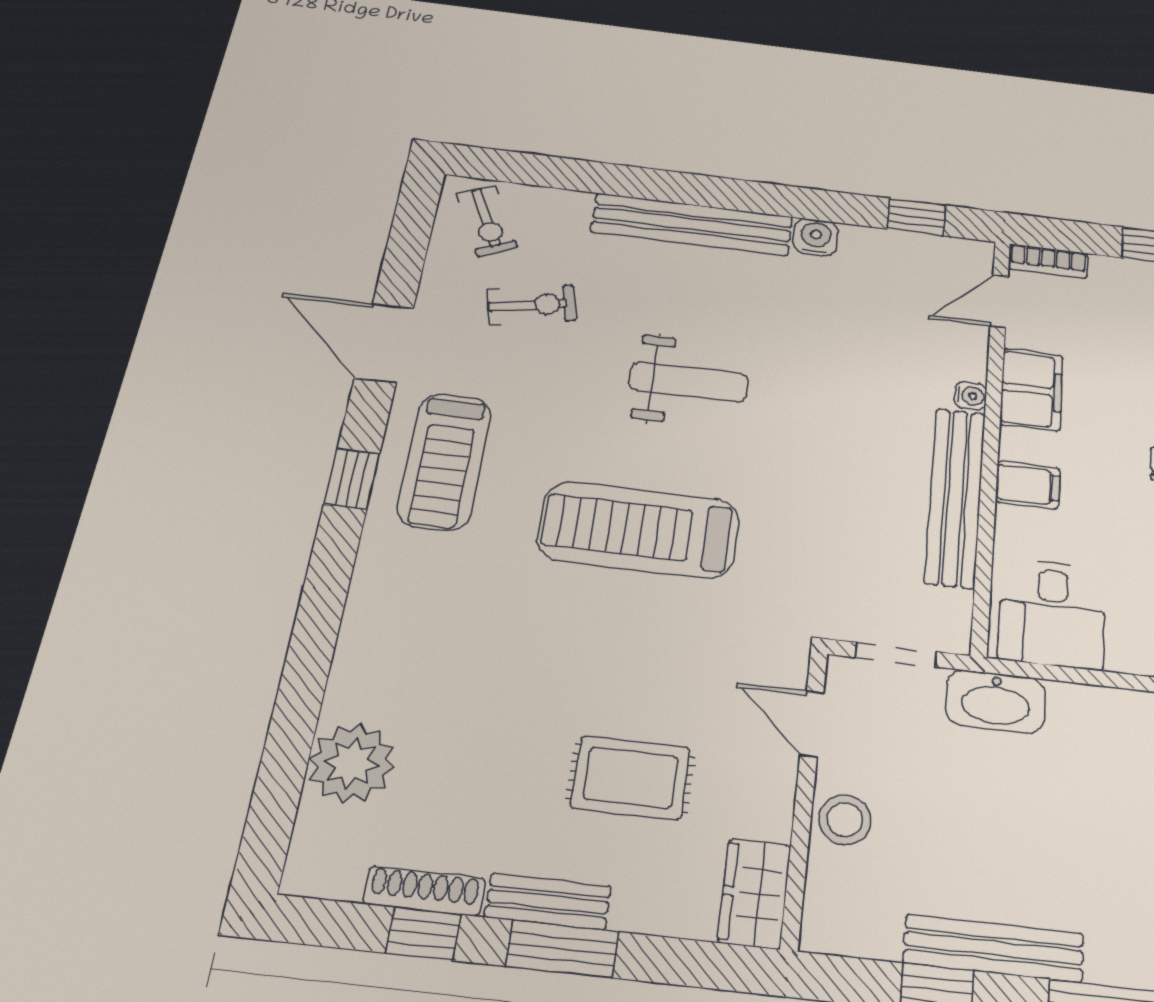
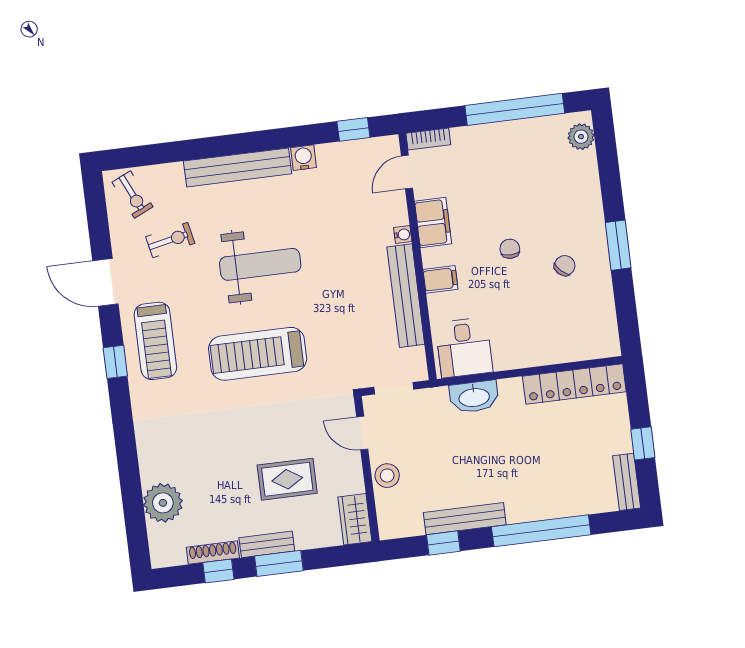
weight bench: (689, 382) -> (260, 264), width x1.36, depth x1.33
washbasin: (996, 701) -> (474, 397), moved

